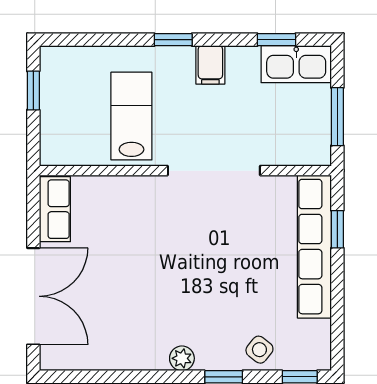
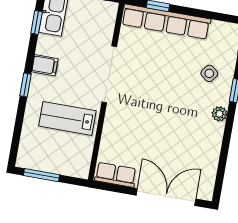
window: (33, 90) -> (41, 175), width x1.50
side table: (259, 350) -> (209, 73), moved

